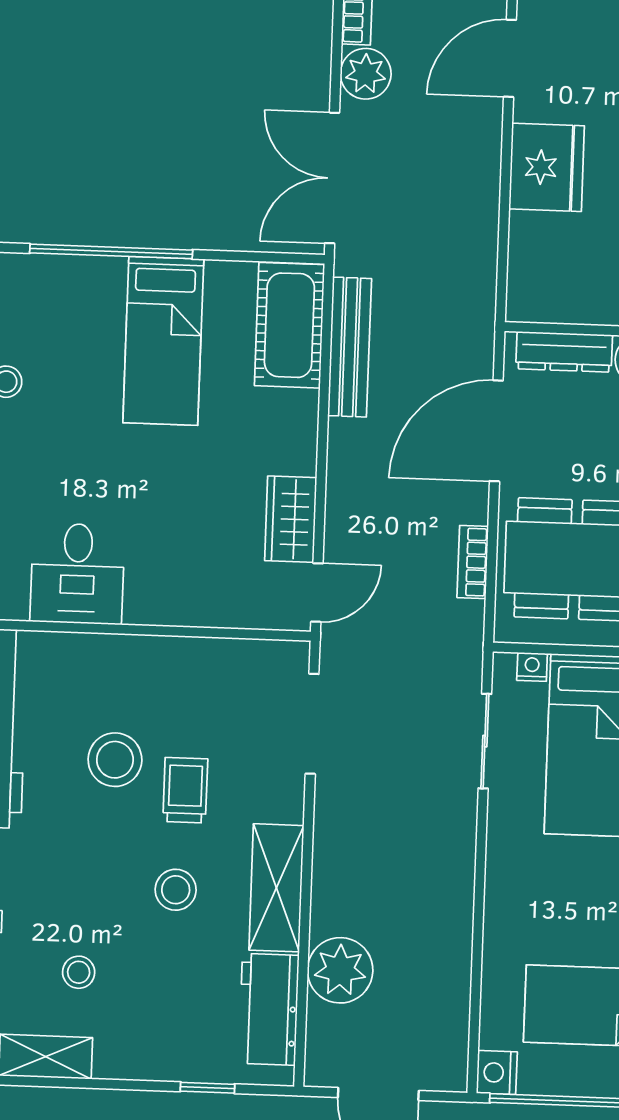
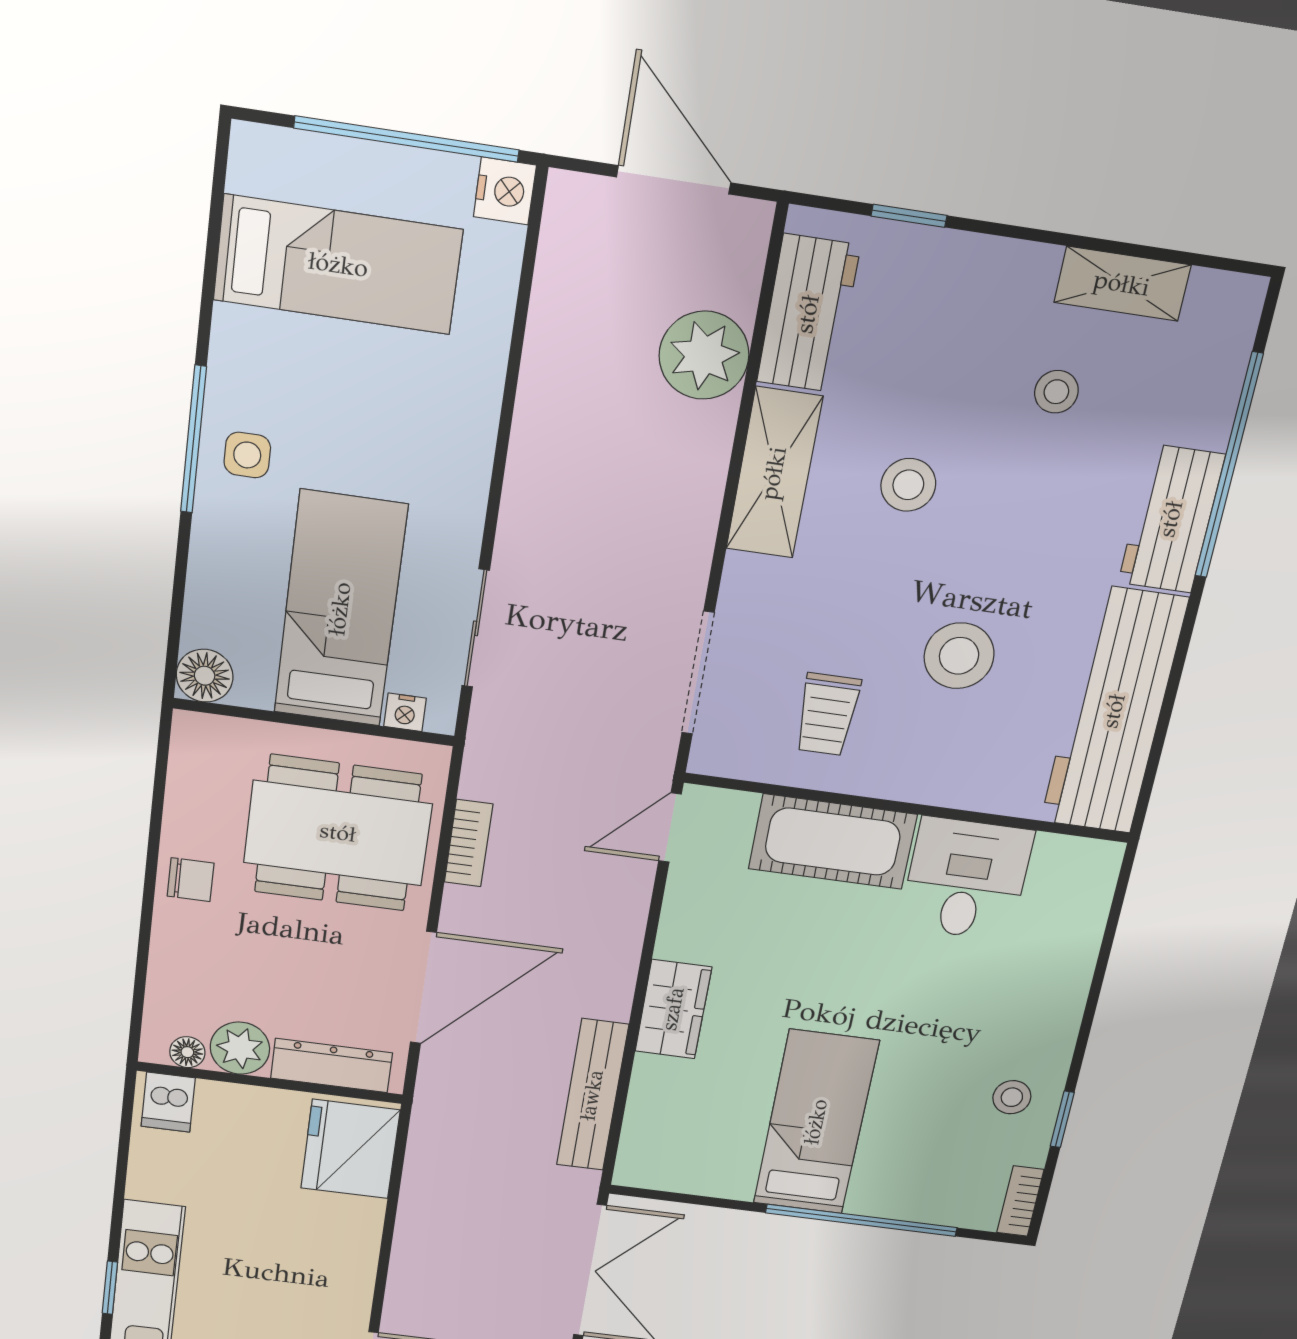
fridge: (547, 167) -> (350, 1149), moved
cot: (289, 325) -> (833, 842), moved, turned 90
wardrobe: (291, 519) -> (673, 1009), moved
trolley: (185, 790) -> (827, 714), moved

